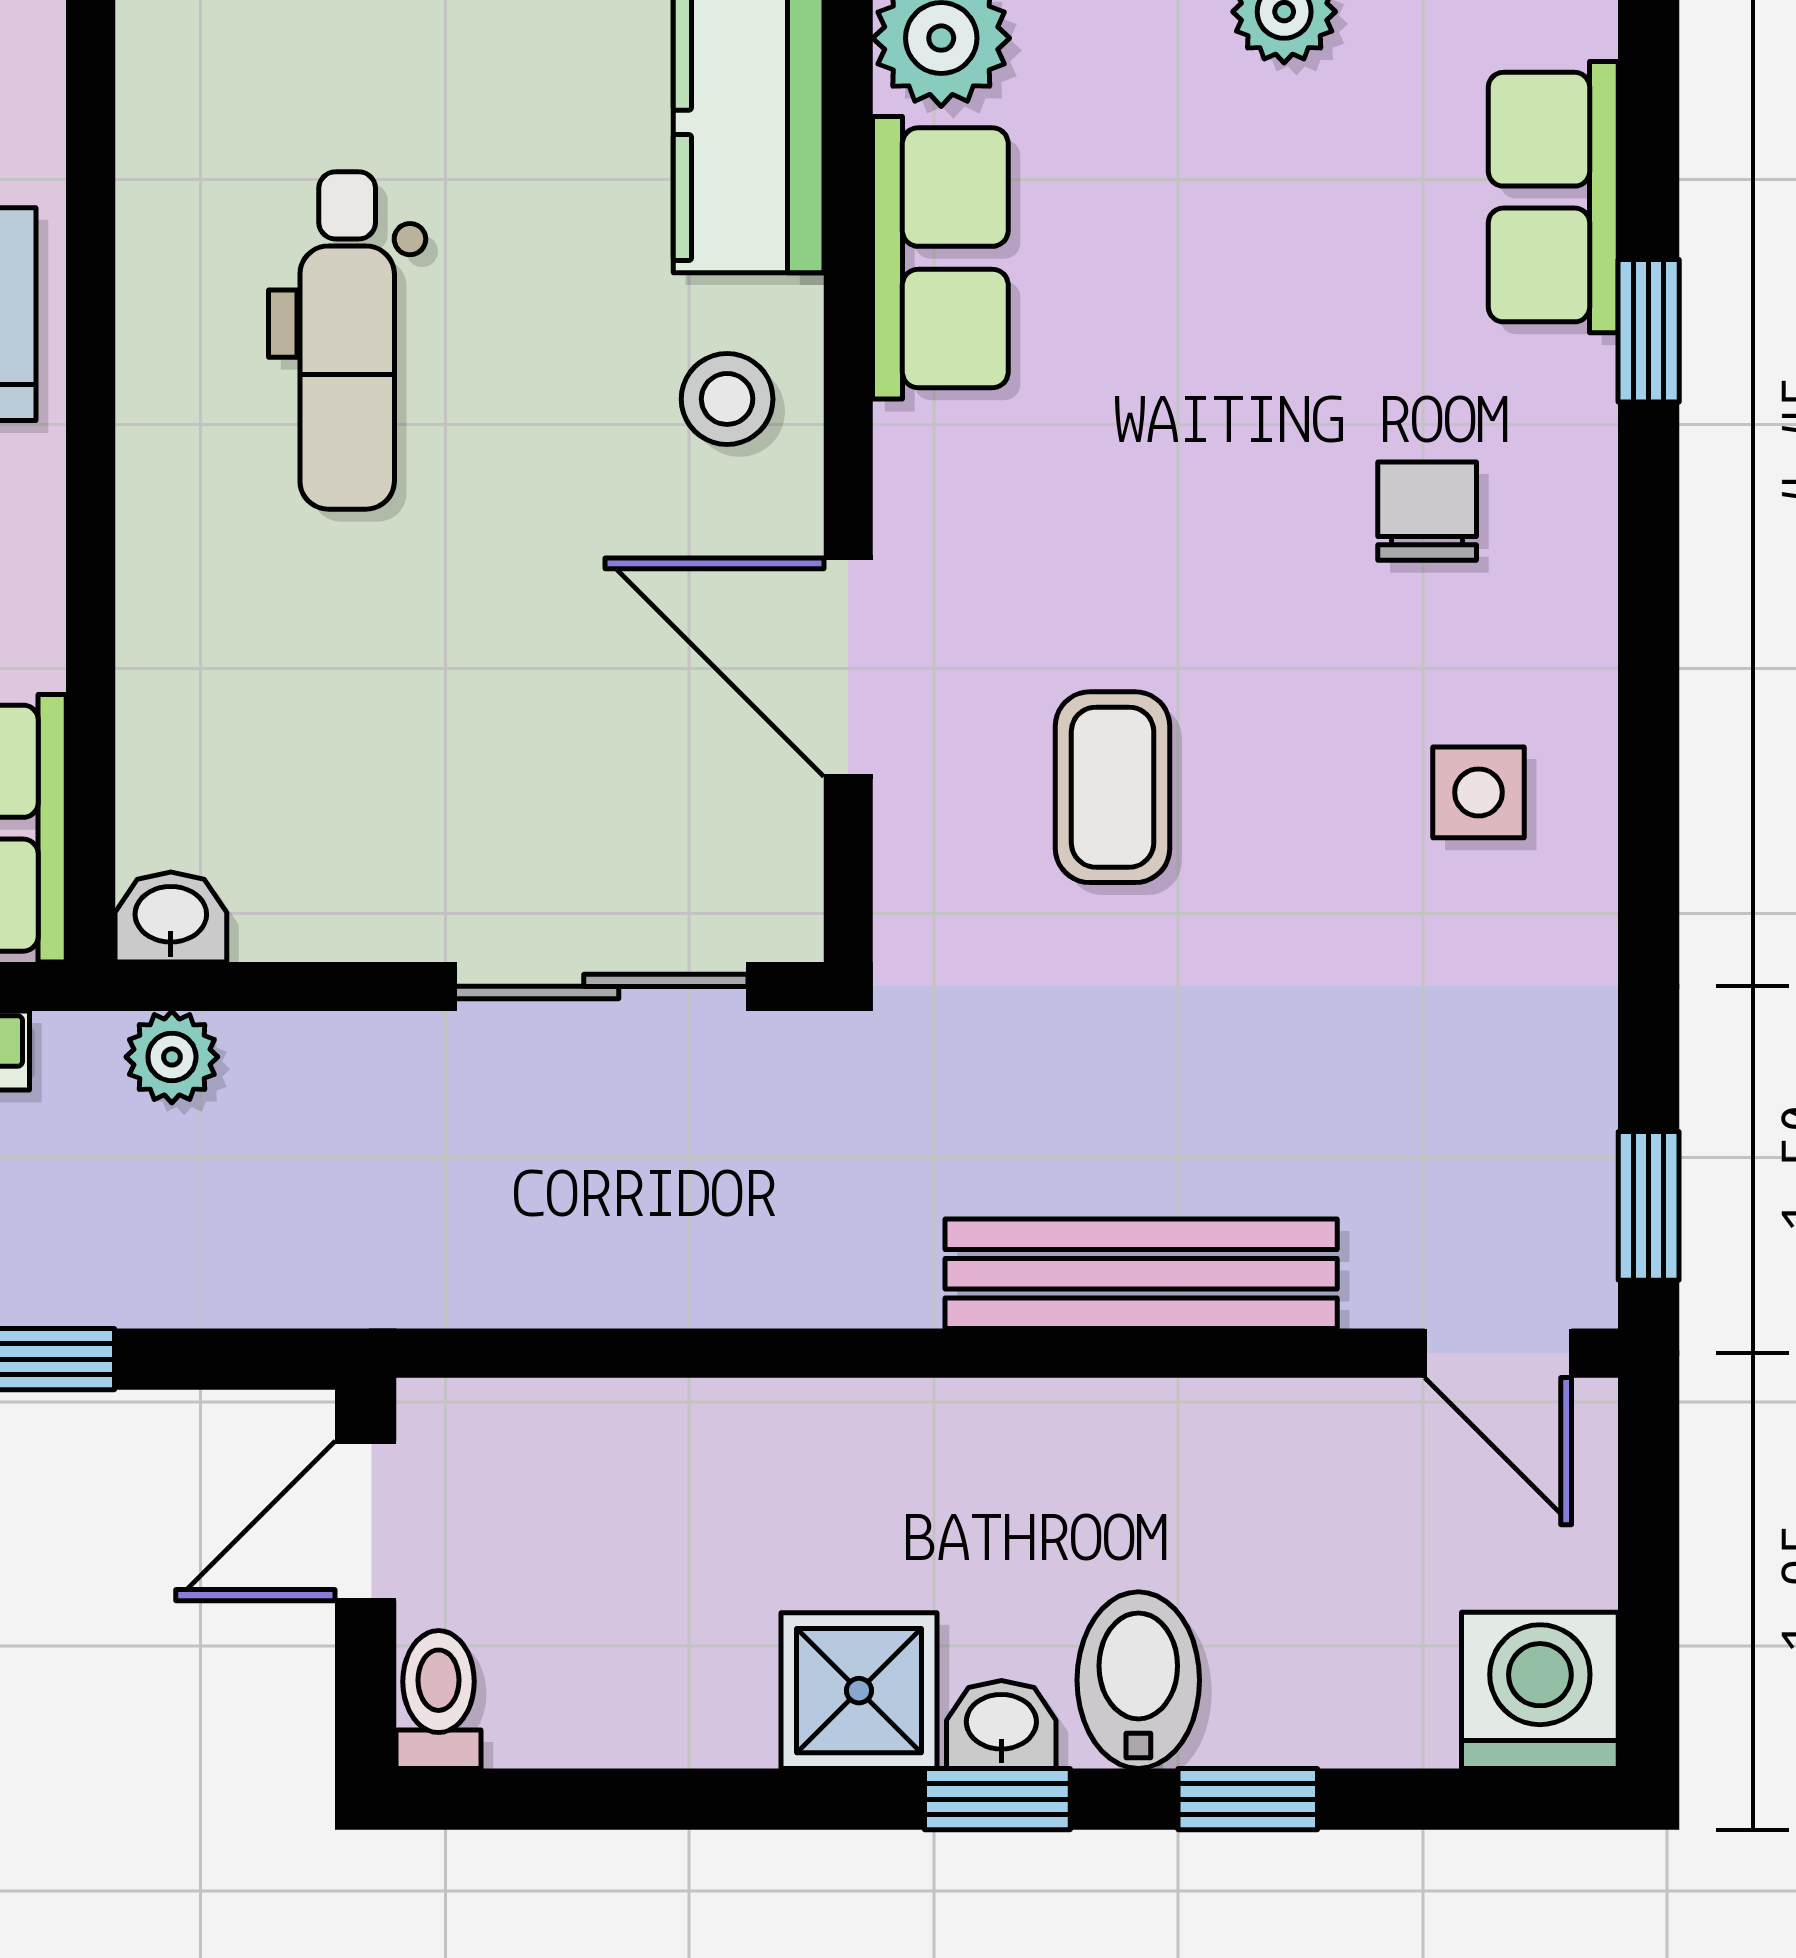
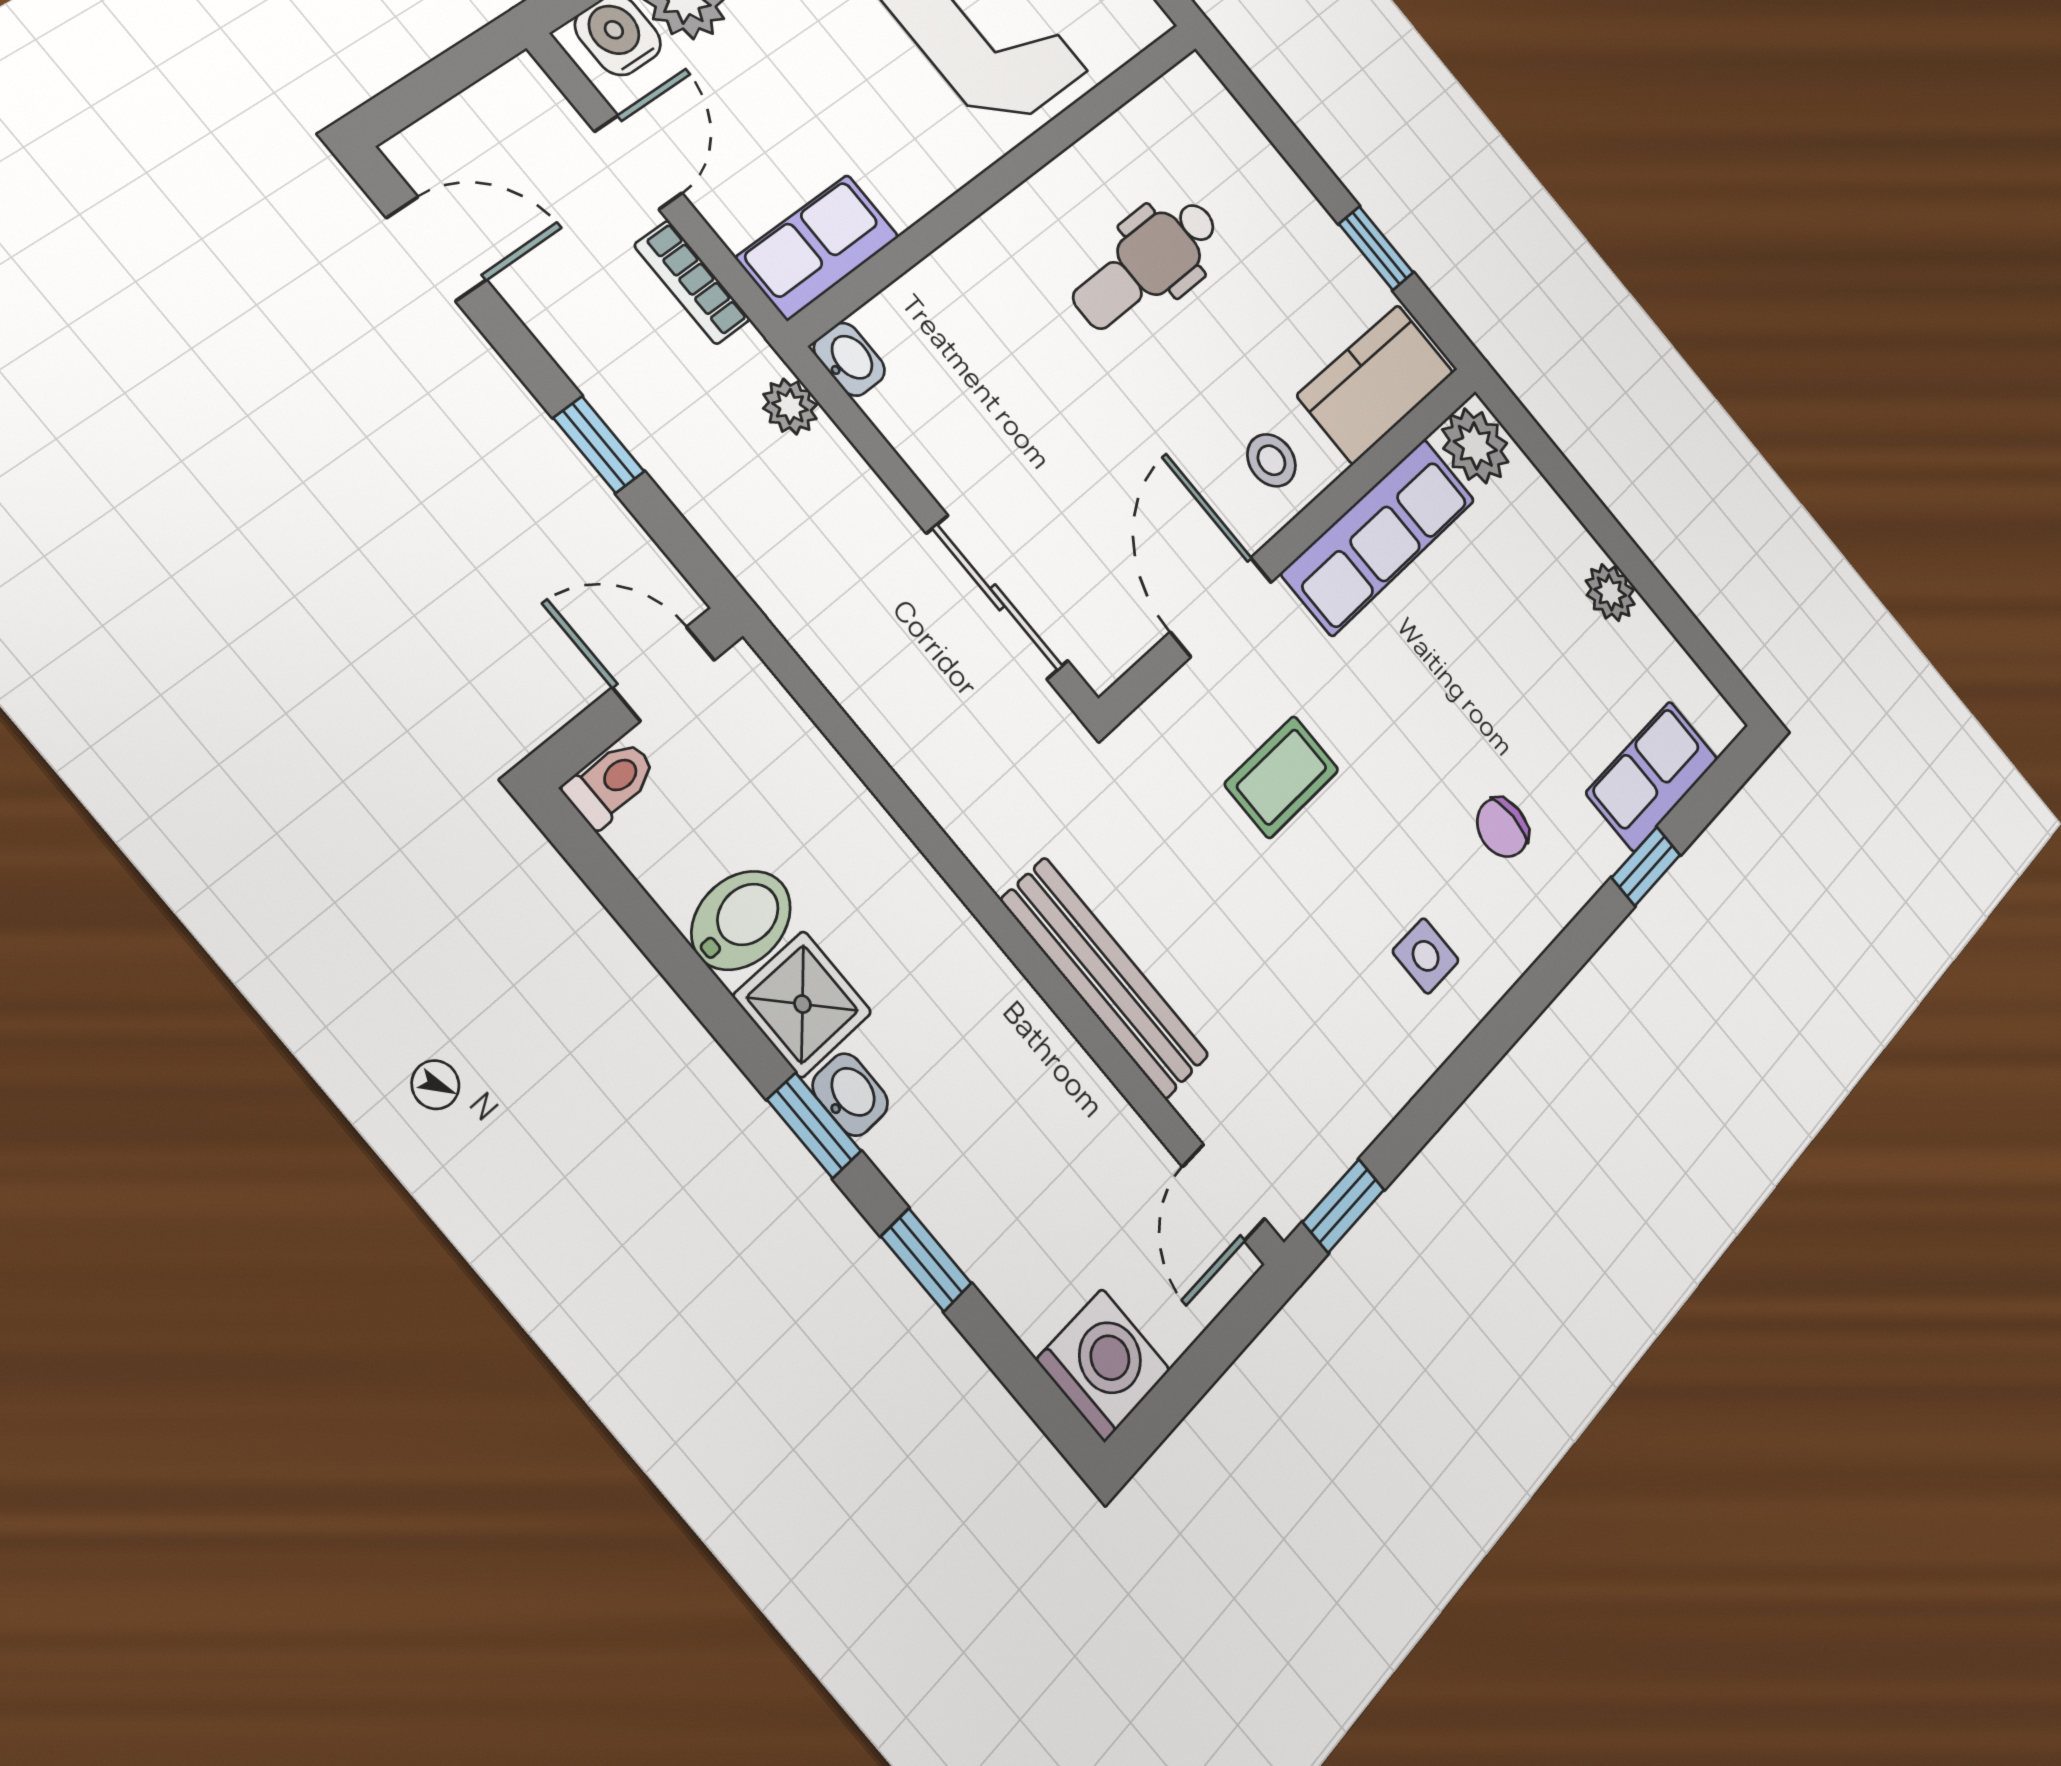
row of seats: (940, 258) -> (1379, 536), width x1.48
chair: (1427, 511) -> (1503, 827), turned 180
bidet: (1138, 1680) -> (741, 920), moved

